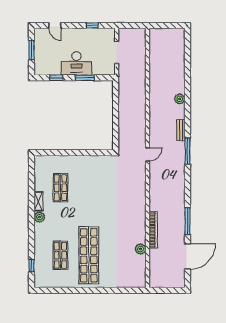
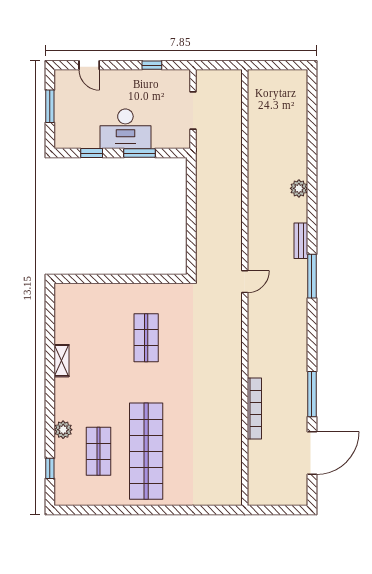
shop shelf: (60, 188) -> (146, 338), moved
plant: (39, 217) -> (63, 430), moved
plant: (141, 249) -> (233, 441), removed

